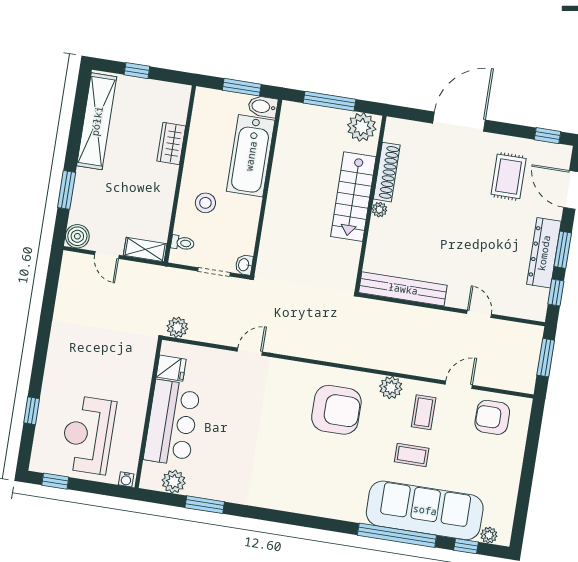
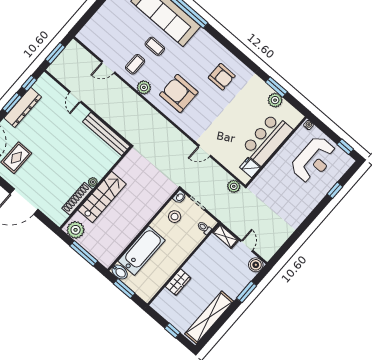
stool: (205, 203) -> (175, 217), moved
armchair: (492, 417) -> (222, 77), moved
plant: (174, 482) -> (275, 100), moved

